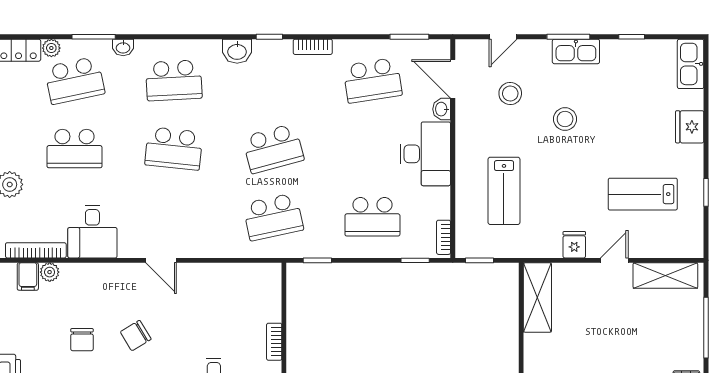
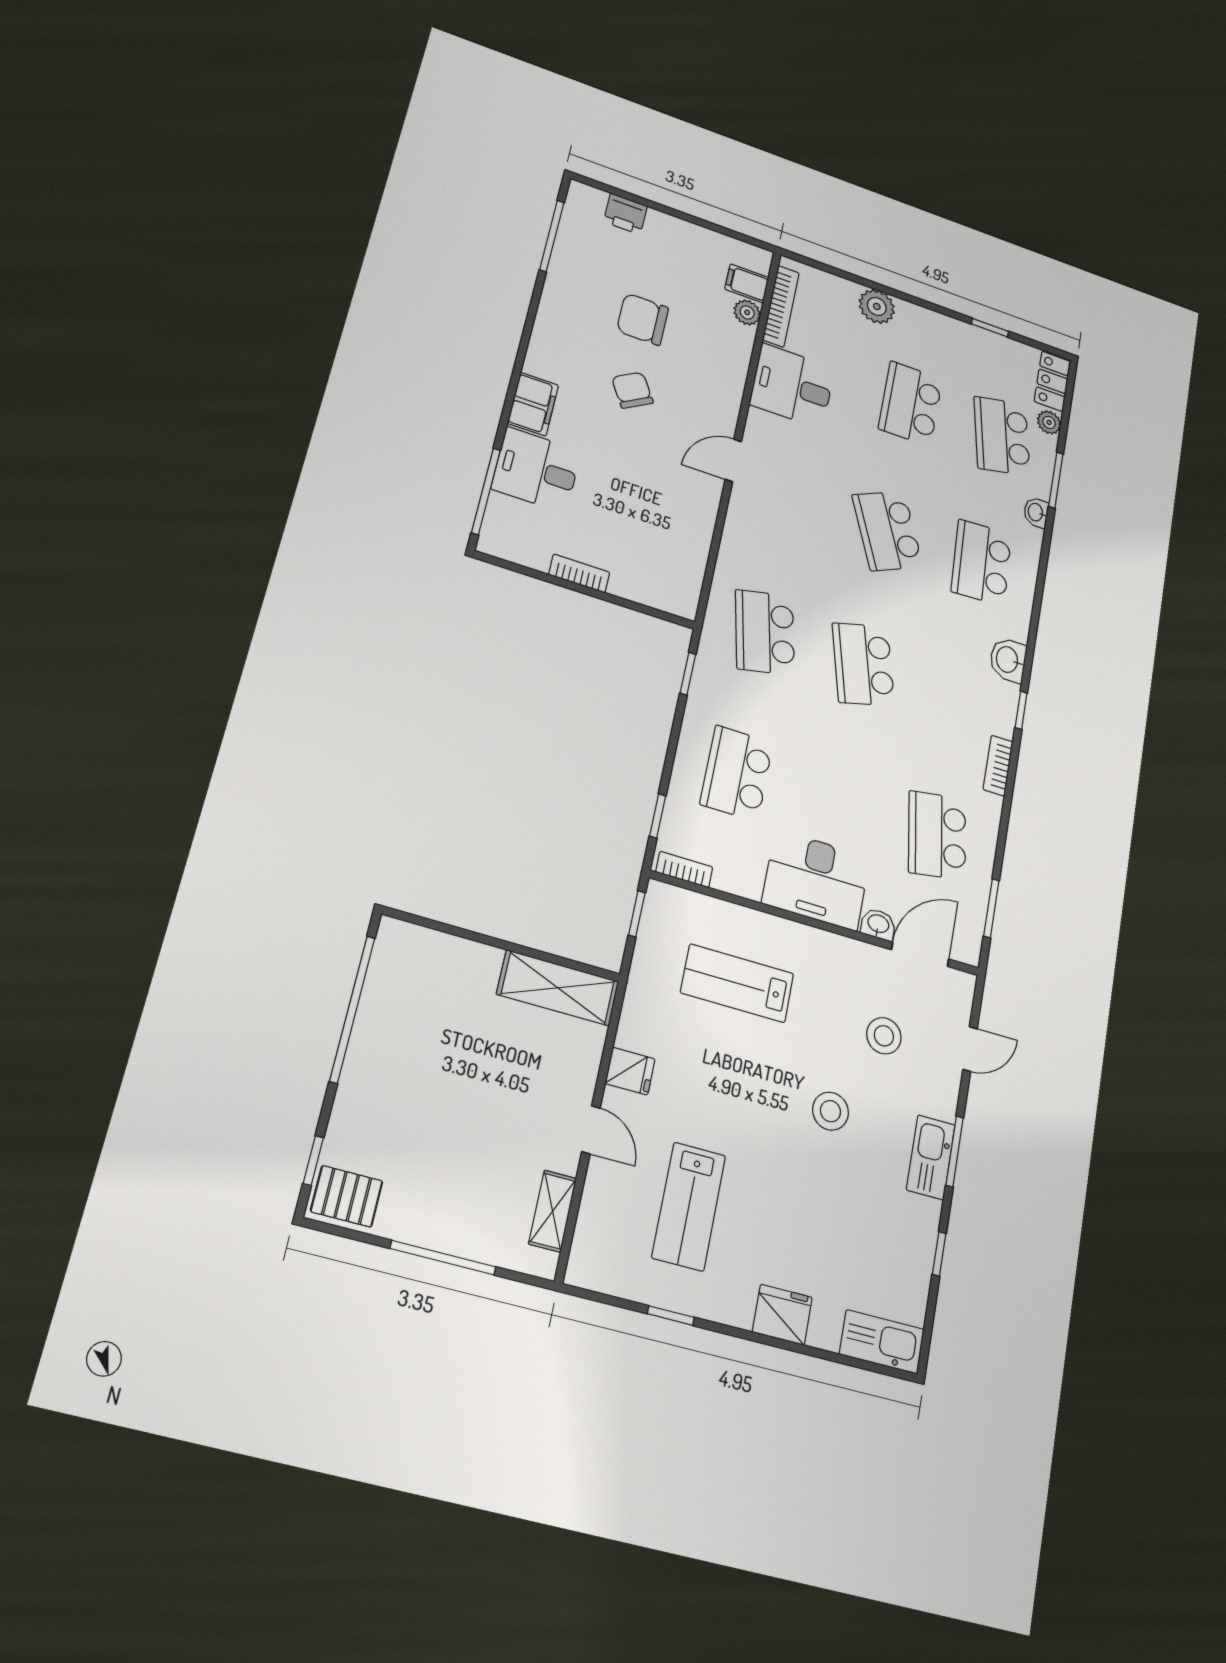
door: (503, 37) -> (970, 1049), swing flipped
school desk: (174, 149) -> (887, 531), turned -30
lab bench: (643, 194) -> (689, 1206), turned 180
shelving: (665, 276) -> (553, 1211), width x0.67, depth x0.75
chair: (82, 340) -> (643, 319), width x1.37, depth x1.37

